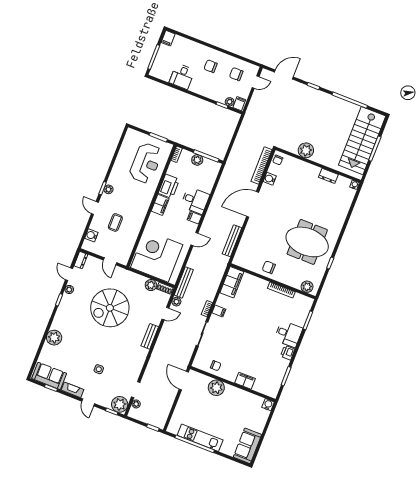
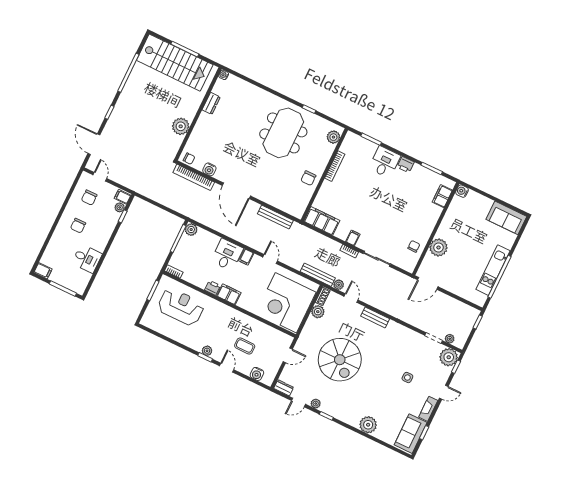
plant: (197, 160) -> (191, 230), moved
printer: (169, 186) -> (213, 288), width x0.53, depth x0.68
door: (95, 208) -> (227, 368), swing flipped
filing cabinet: (245, 381) -> (442, 196), moved

